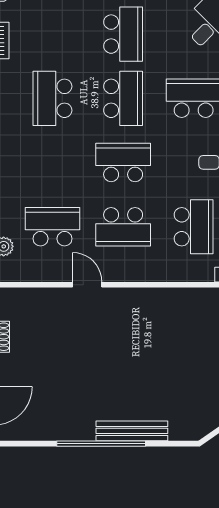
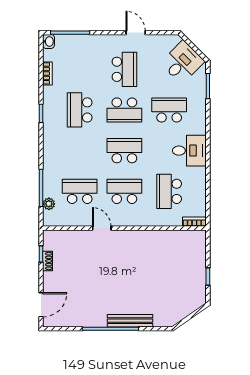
school desk: (123, 98) -> (124, 110), turned 90
school desk: (123, 227) -> (124, 191), turned 180
school desk: (194, 227) -> (169, 191), turned 180

